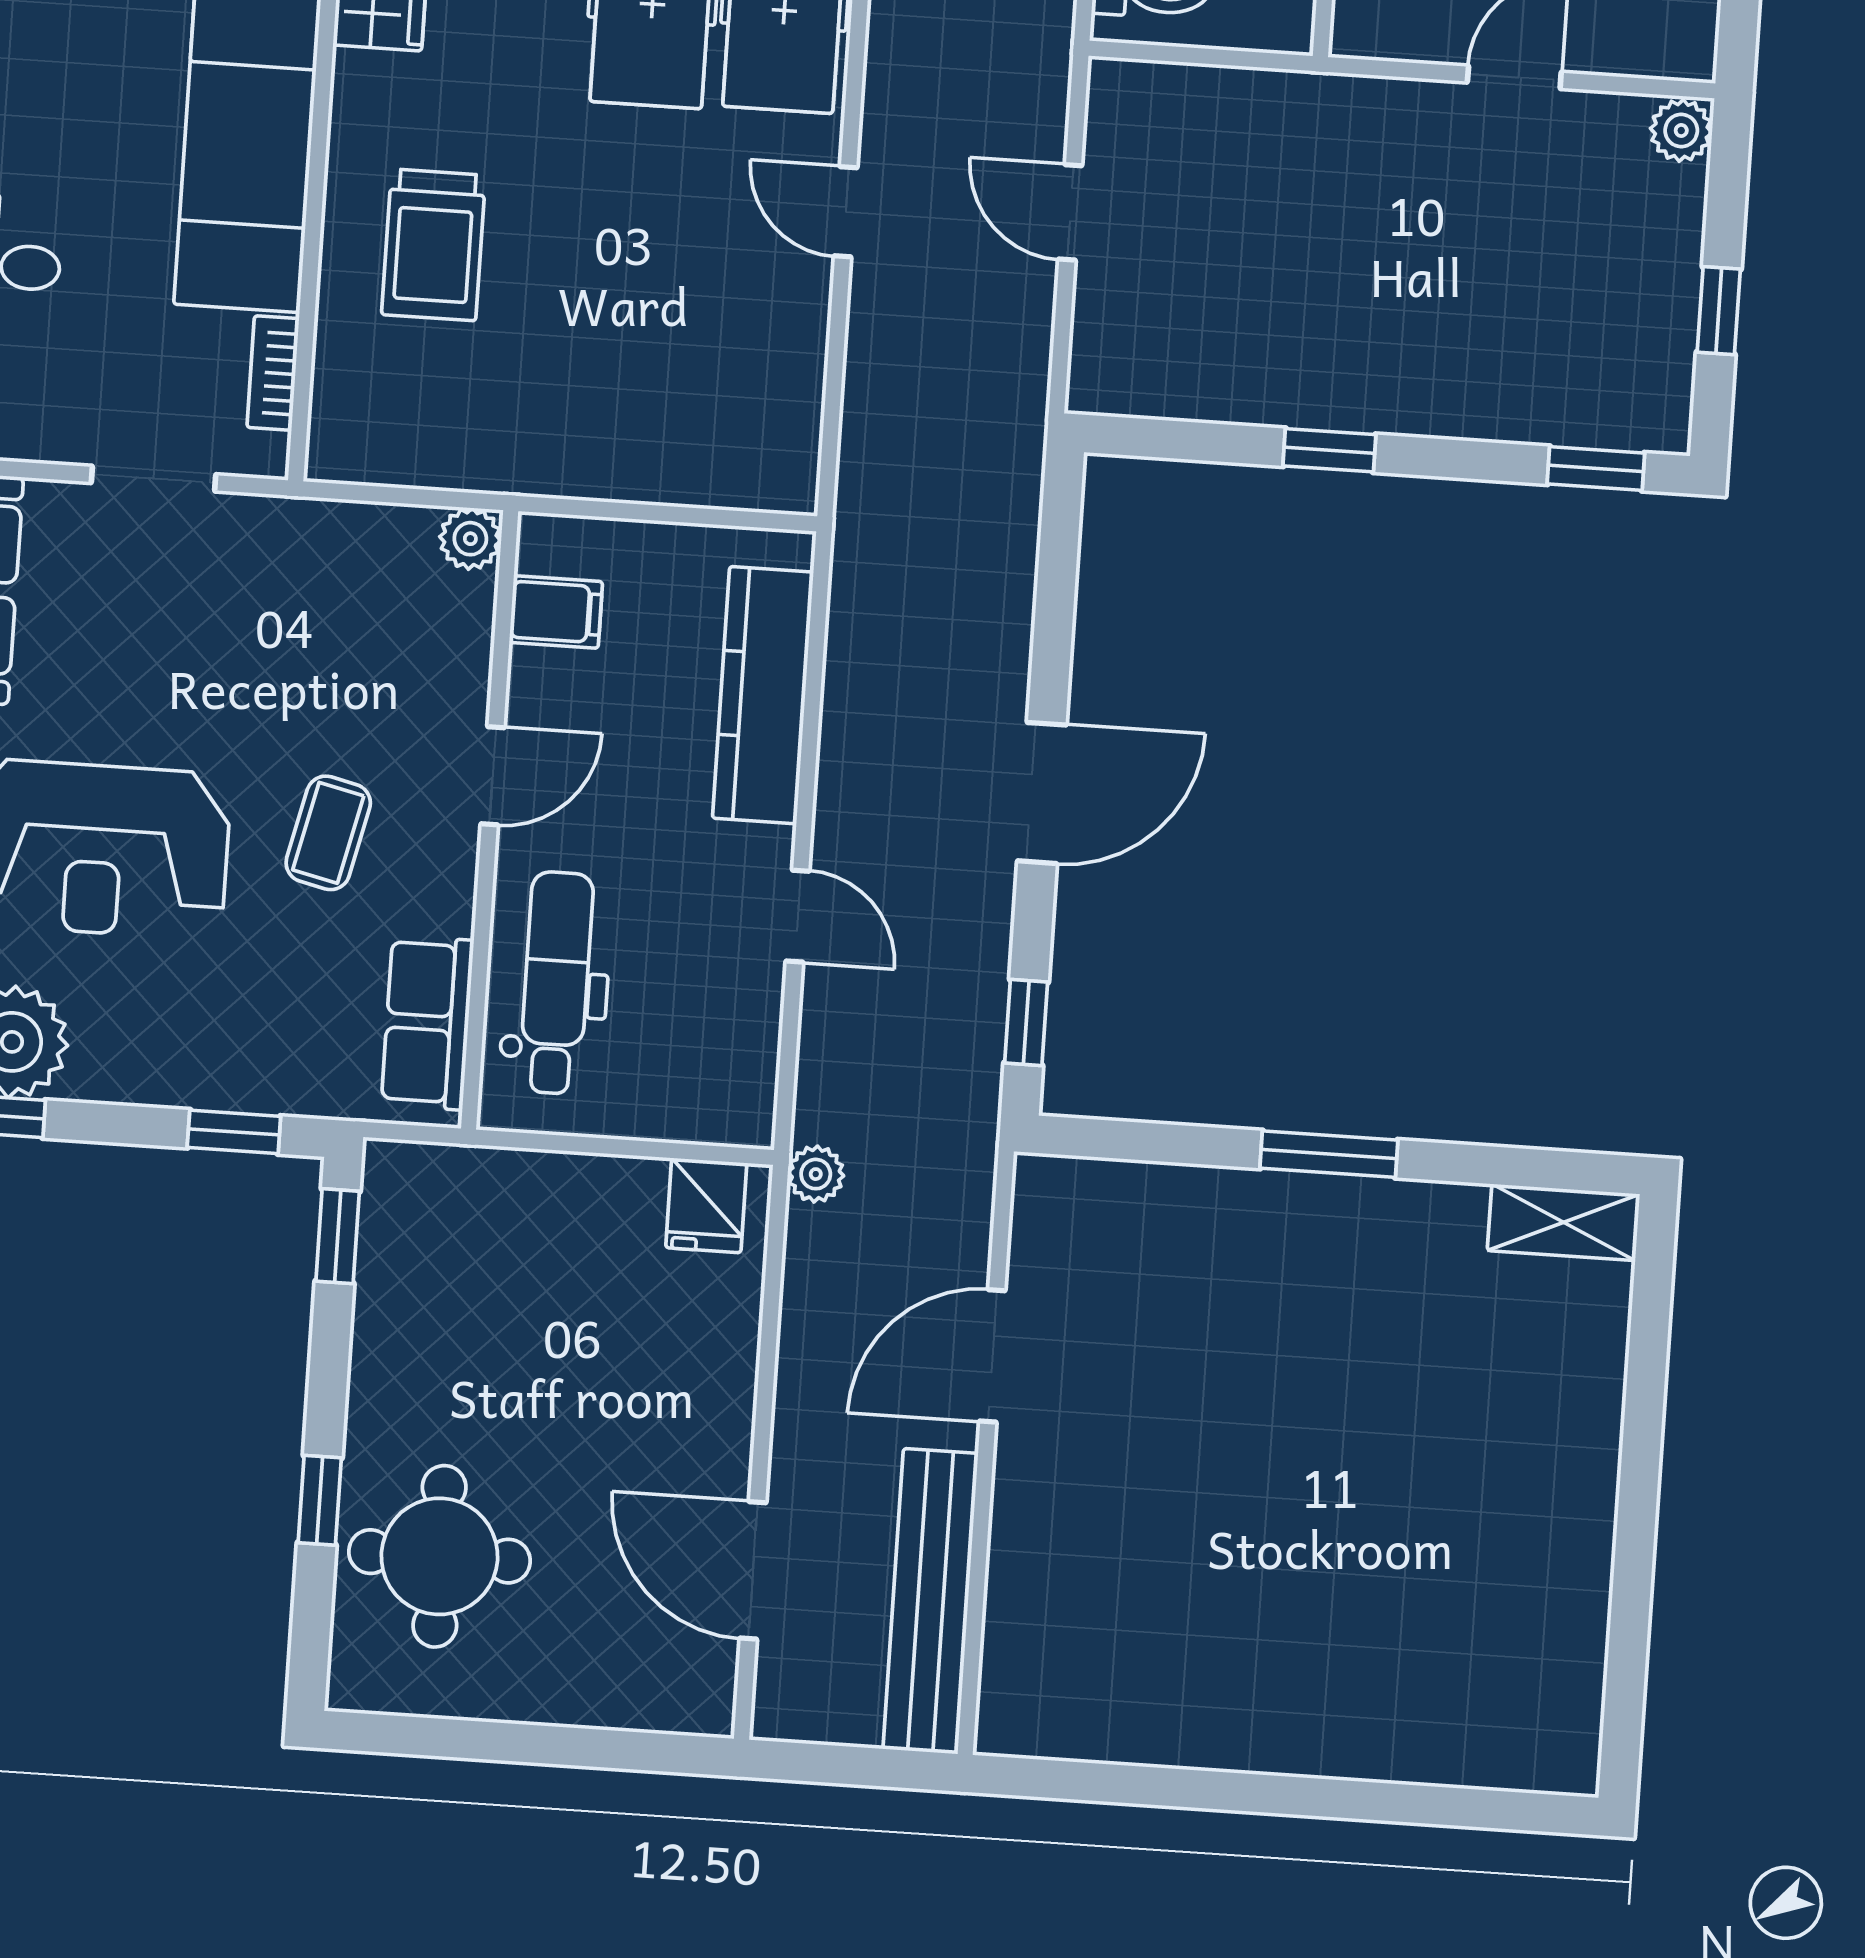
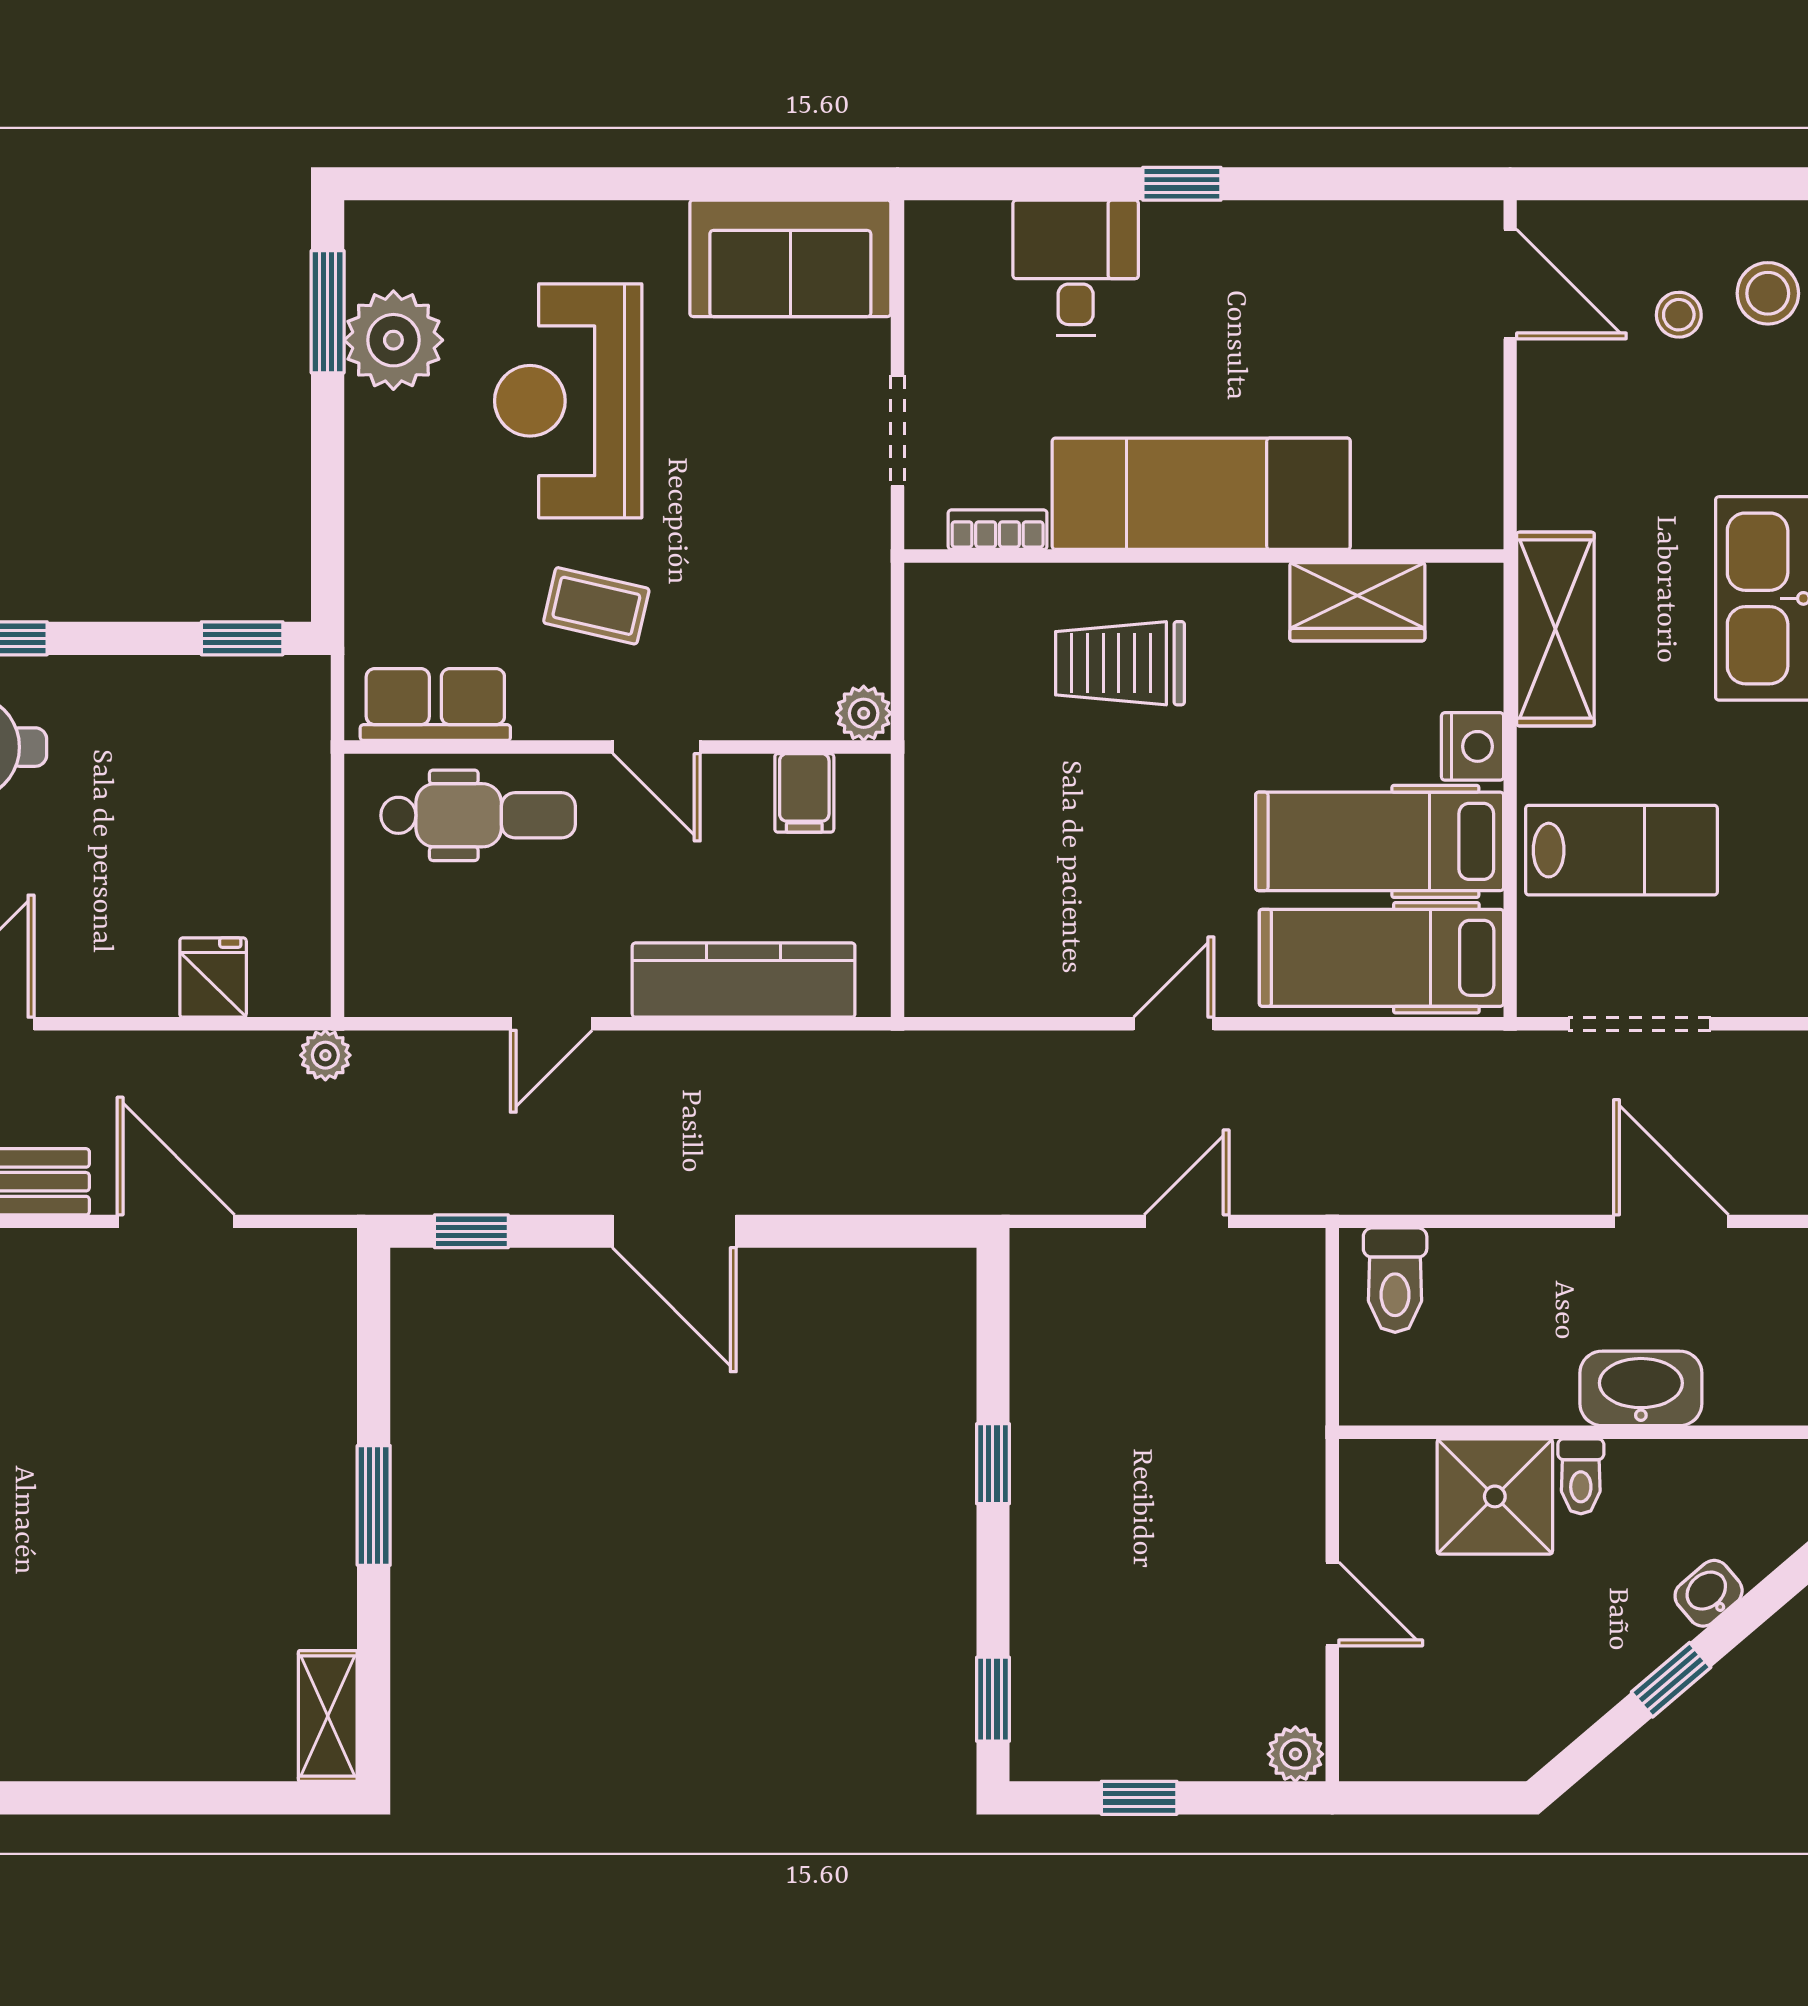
window: (234, 1132) -> (328, 541), removed
fridge: (706, 1205) -> (213, 977), moved, turned 90

